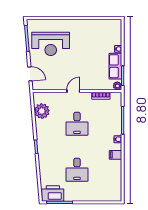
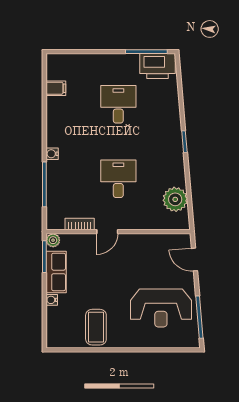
coffee table: (91, 32) -> (96, 327), added
reception desk: (51, 44) -> (161, 308), turned 180
door: (73, 91) -> (107, 232), moved
filing cabinet: (116, 155) -> (56, 88), moved

